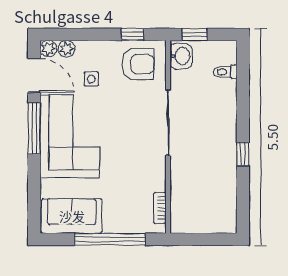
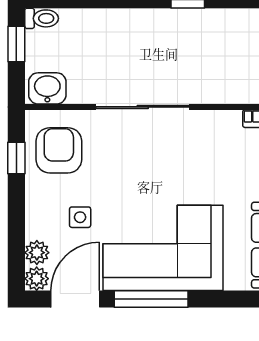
window: (195, 34) -> (16, 44), moved
toilet: (225, 72) -> (42, 18), moved, turned -90

